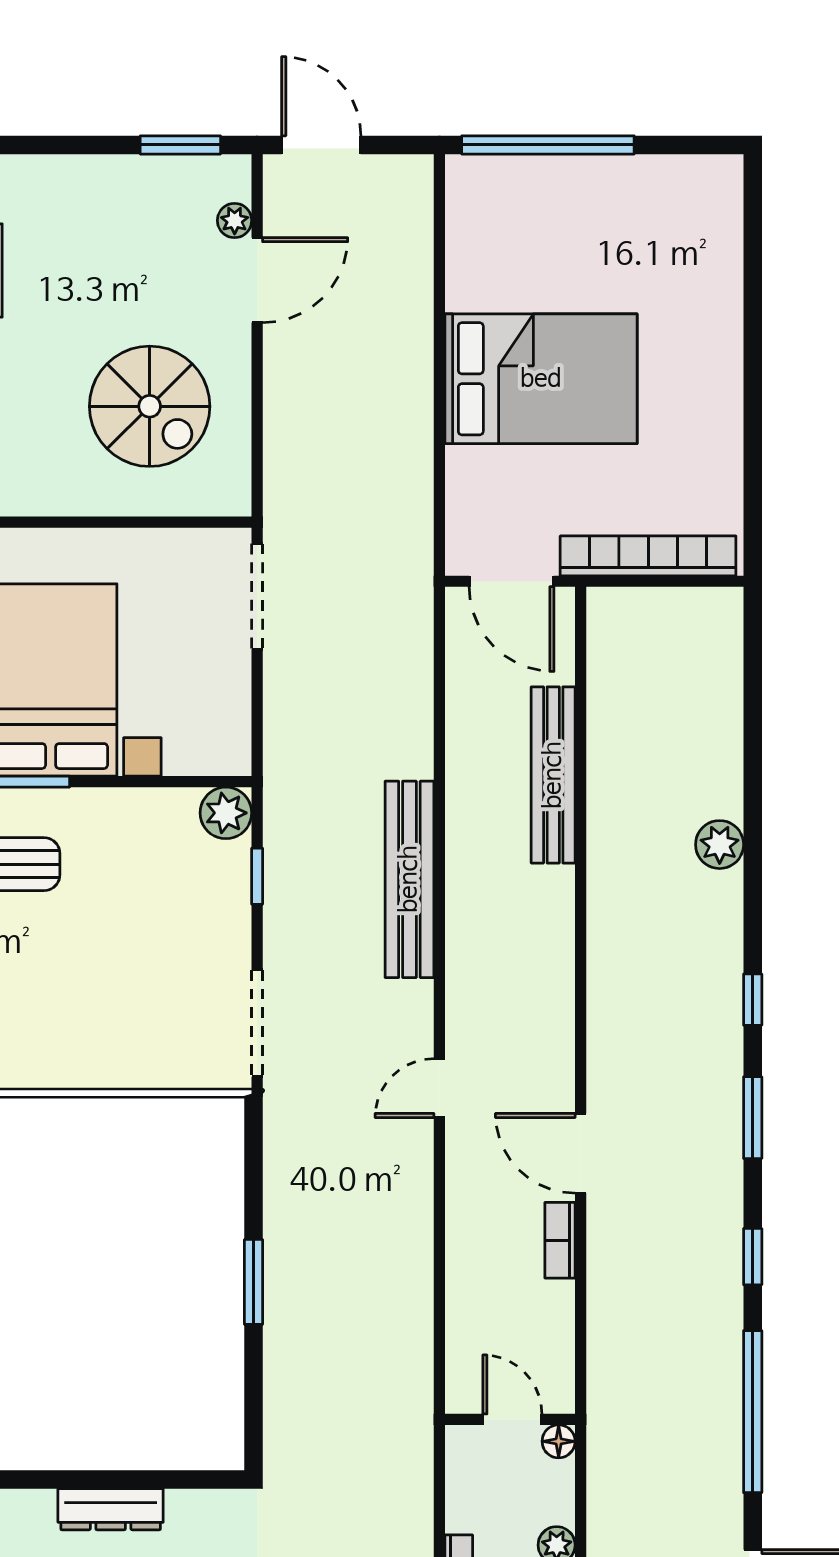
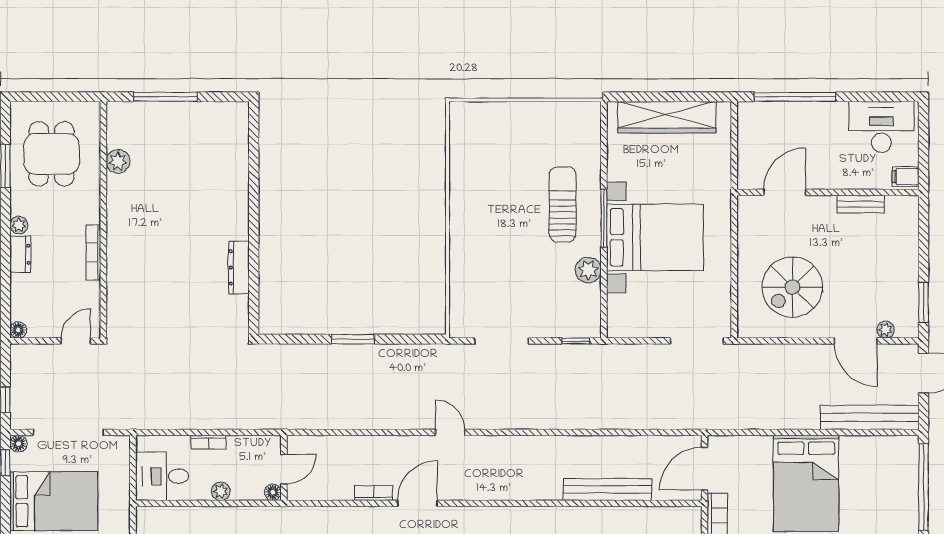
plant: (226, 813) -> (588, 270), moved
window: (257, 876) -> (576, 341), moved
bench: (409, 879) -> (870, 417), moved
doorway: (257, 1023) -> (502, 341), moved

